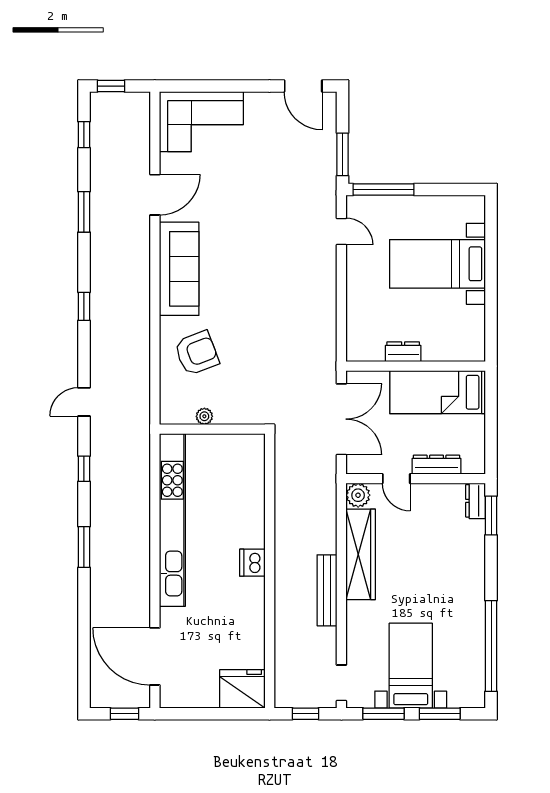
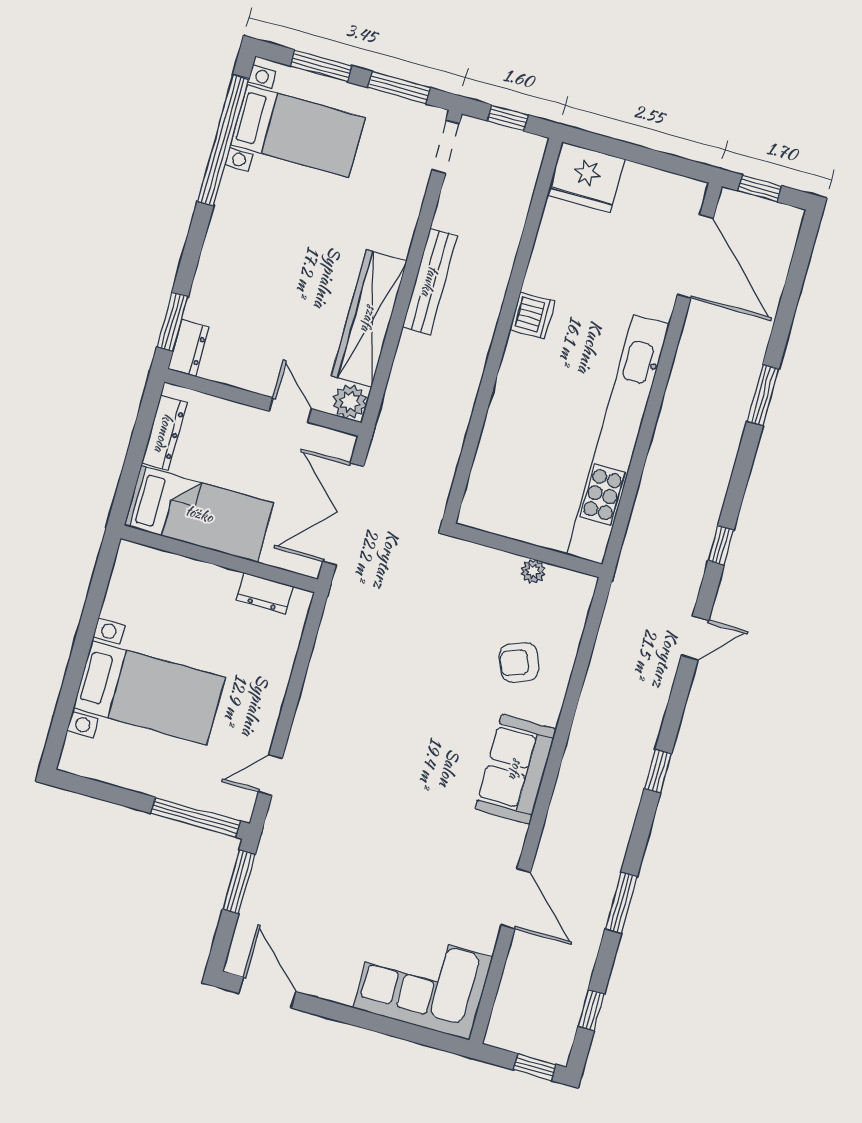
door: (155, 195) -> (516, 899), swing flipped
door: (341, 232) -> (270, 775), hinge flipped
sofa: (179, 269) -> (516, 769), width x0.73
dresser: (403, 352) -> (265, 593), moved
armchair: (197, 353) -> (519, 662), width x0.72, depth x0.72
dresser: (437, 465) -> (164, 433), moved, turned -90
window: (84, 547) -> (763, 395), moved
dishwasher: (252, 563) -> (532, 315), moved
bed with nightstands: (411, 666) -> (298, 131), moved, turned -90

